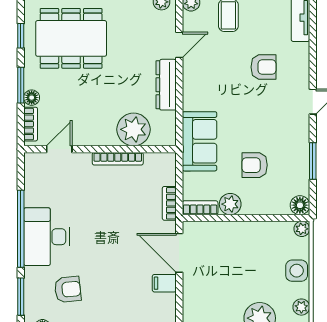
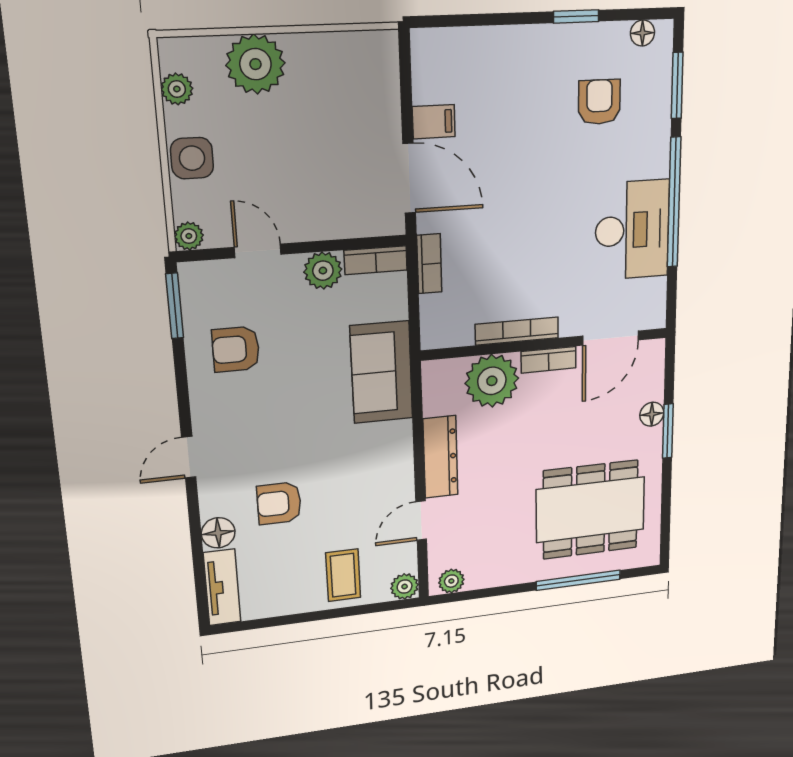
window: (21, 36) -> (666, 504), removed
bookcase: (31, 124) -> (549, 360), moved, turned -90
door: (59, 149) -> (611, 338), width x1.38
window: (313, 161) -> (175, 306), moved
armchair: (255, 165) -> (236, 349), moved, turned 180
floor lamp: (300, 205) -> (218, 533), moved
door: (265, 218) -> (258, 251), added
desk: (47, 237) -> (632, 230), moved
armchair: (68, 289) -> (599, 102), turned 96

